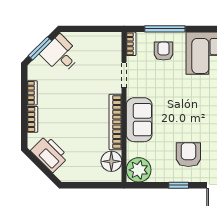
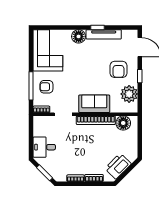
desk: (61, 55) -> (44, 147), moved, turned 45
armchair: (188, 155) -> (118, 69), turned -90
plant: (139, 170) -> (129, 94), moved

